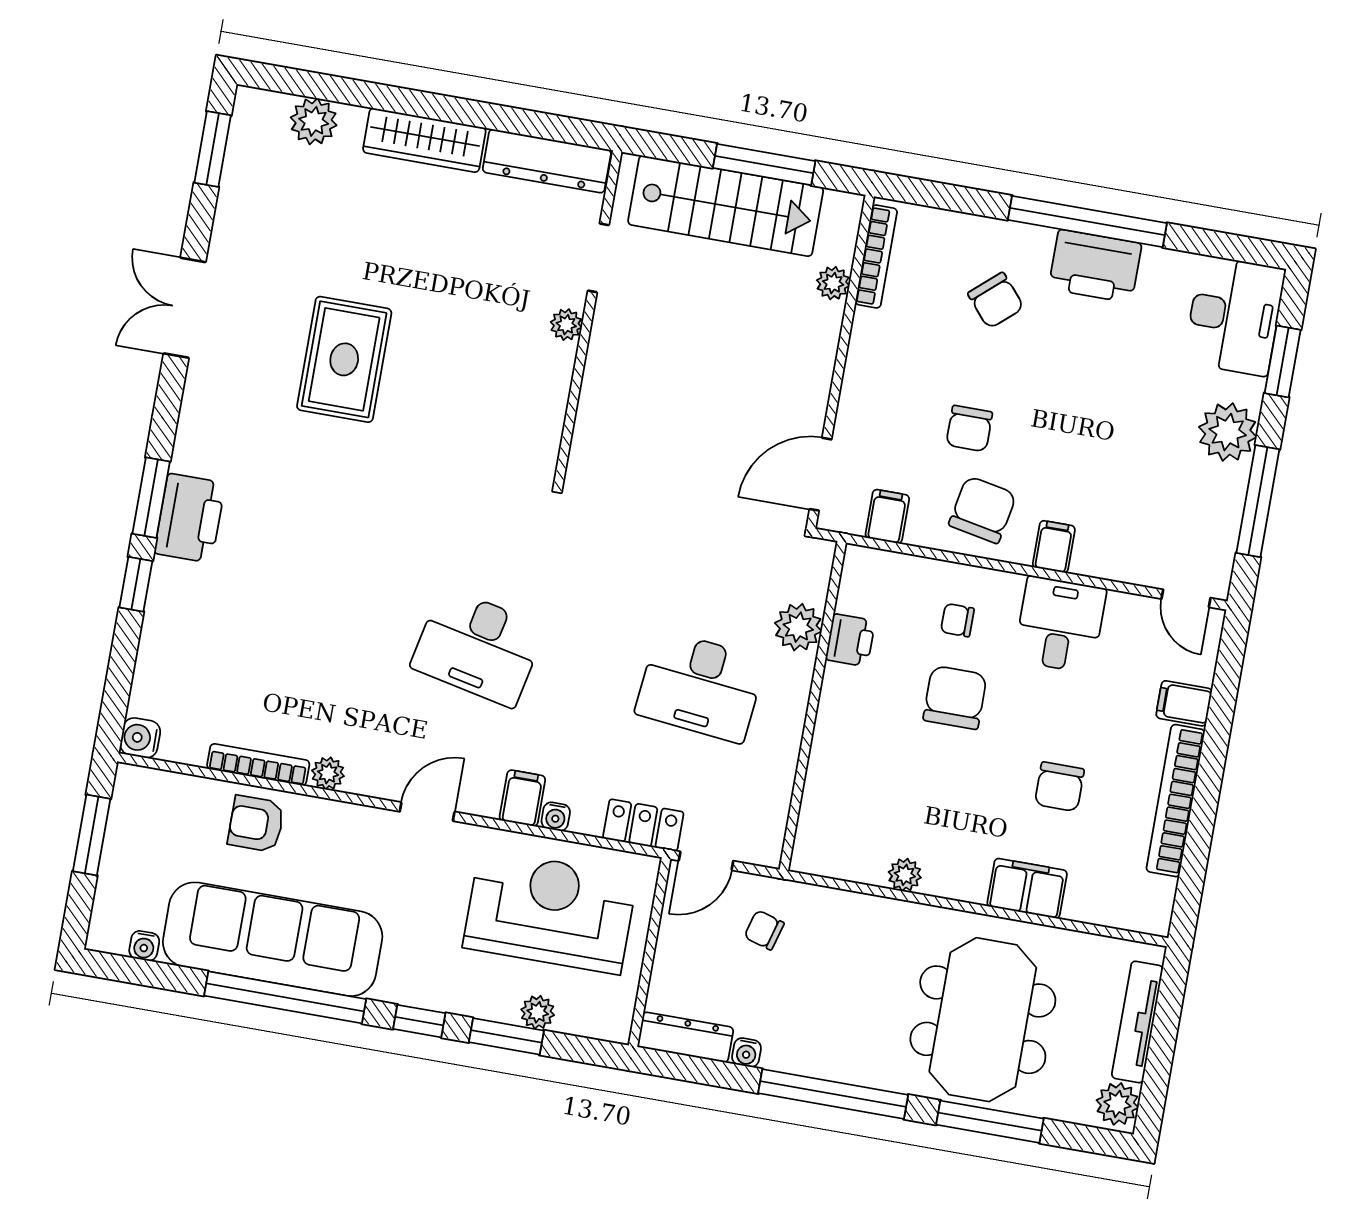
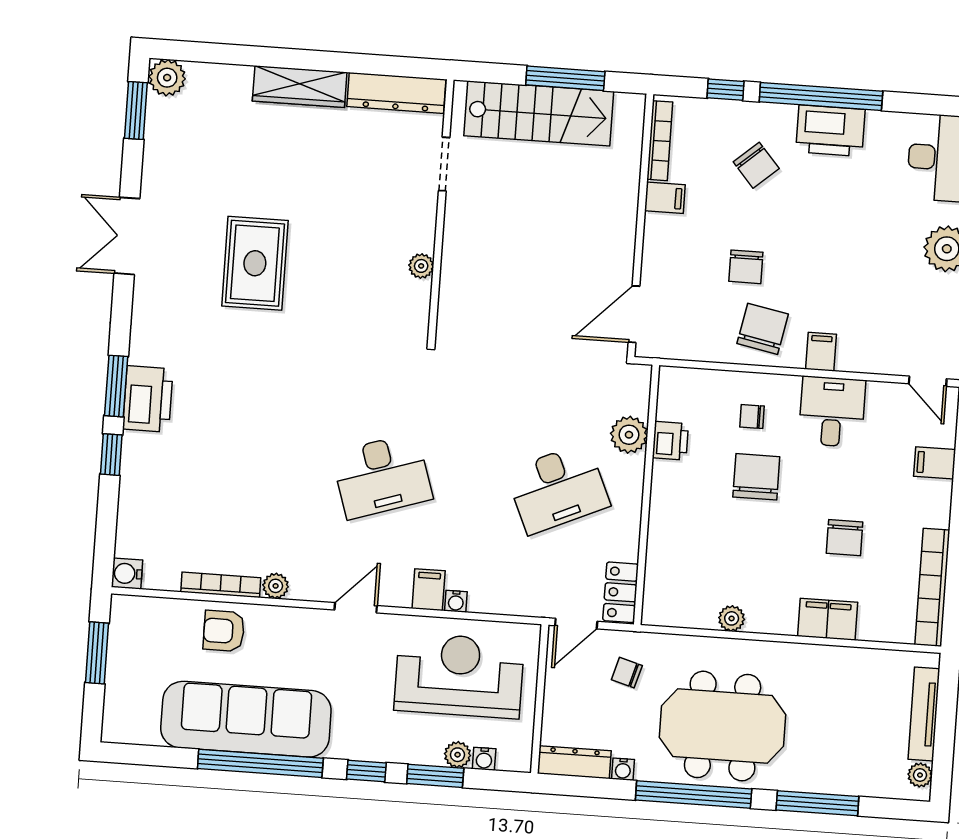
plant: (314, 121) -> (167, 78), moved
window: (967, 200) -> (725, 90), added
plant: (833, 283) -> (628, 165), removed
plant: (566, 325) -> (421, 266), moved
filing cabinet: (887, 516) -> (665, 198), moved, turned 90
desk: (478, 647) -> (382, 476), turned -30
desk: (700, 686) -> (558, 489), turned -30
bookcase: (1175, 801) -> (932, 587), moved
locker: (643, 825) -> (621, 592), moved, turned -90
water cooler: (144, 946) -> (484, 759), moved
meeting table: (983, 1020) -> (723, 726), moved, turned 90
plant: (1117, 1104) -> (920, 775), width x0.73, depth x0.73

